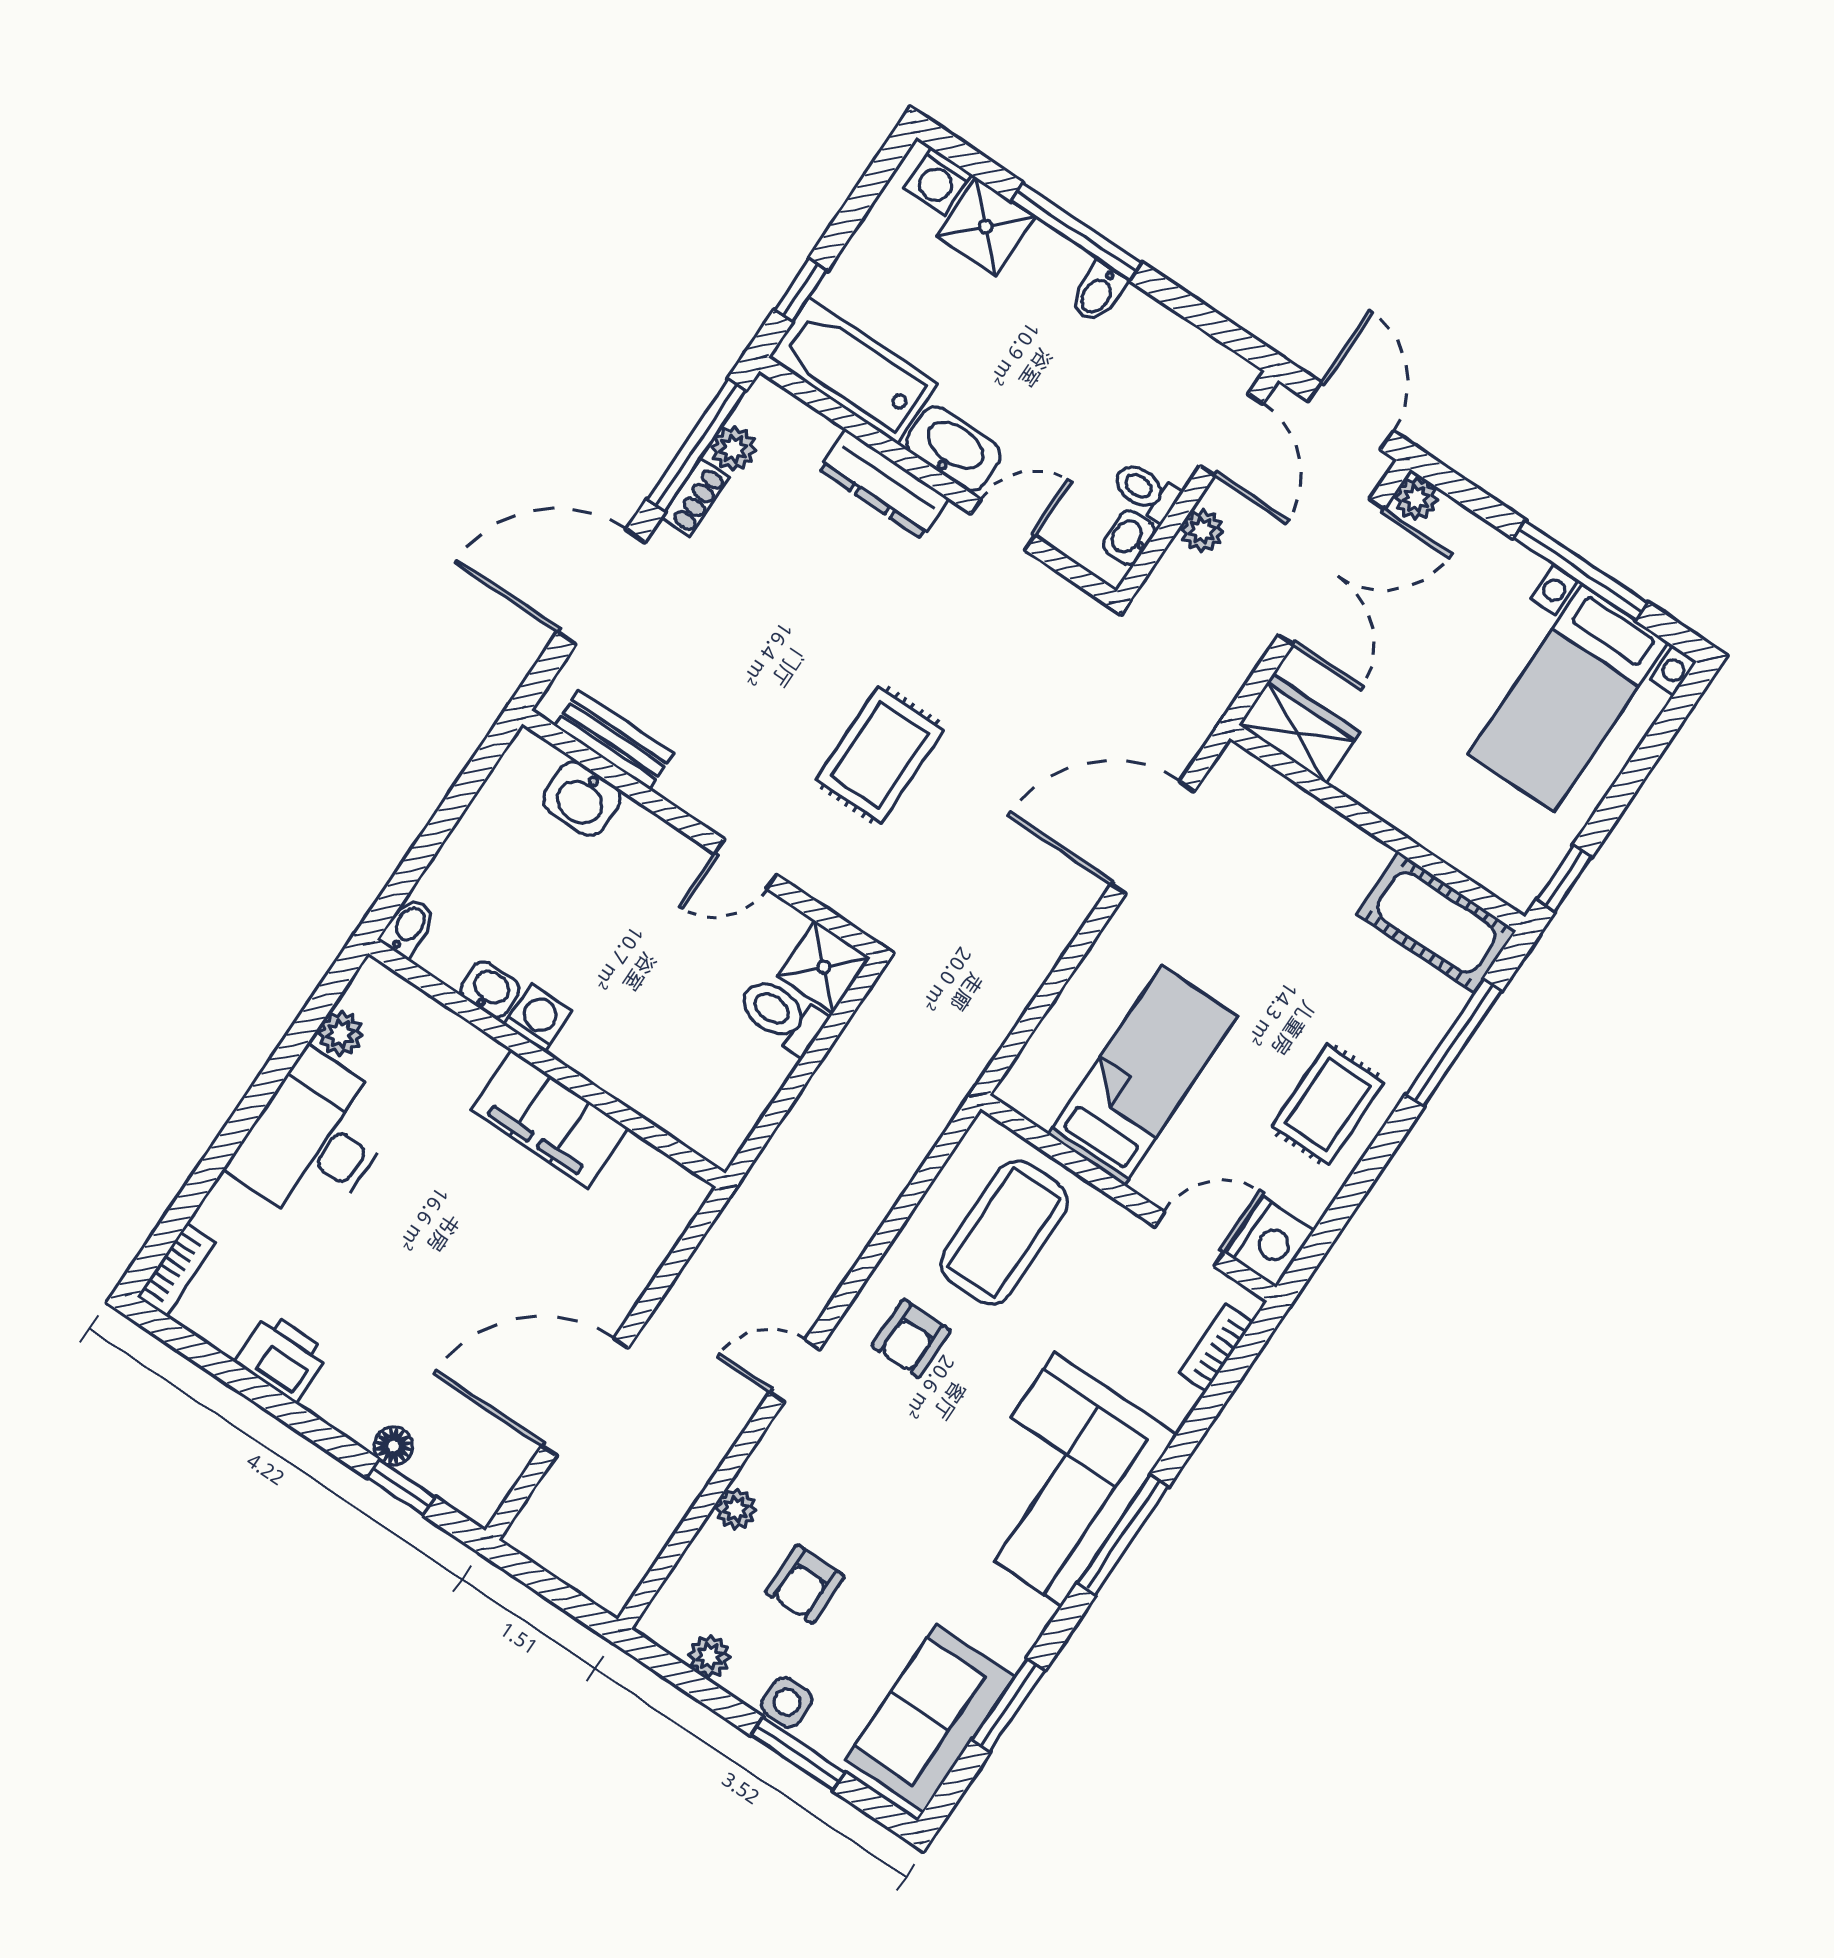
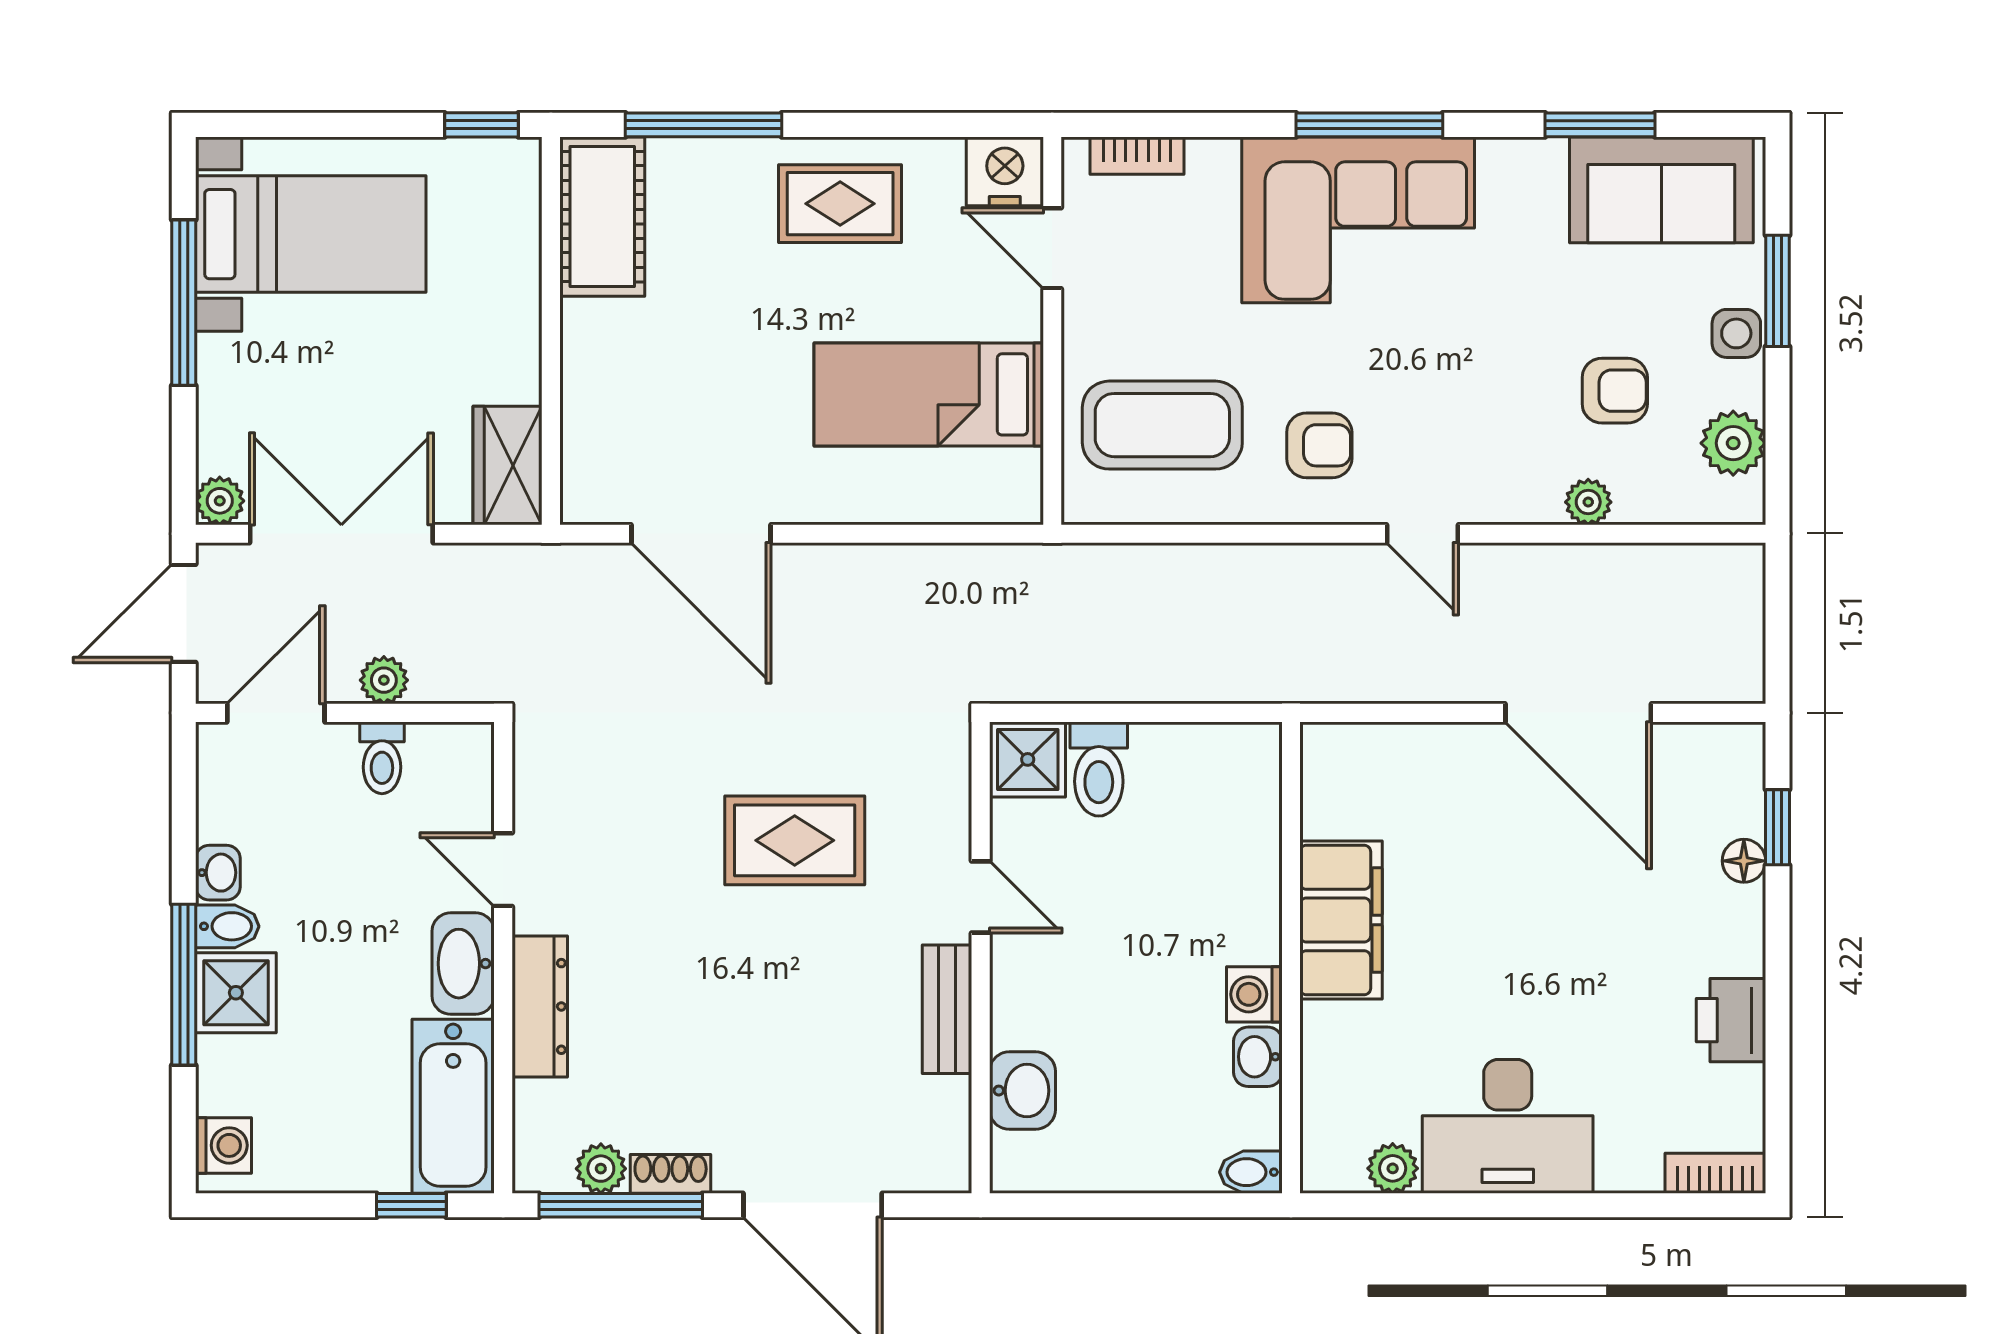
shower: (986, 227) -> (236, 993), moved
washbasin: (1129, 538) -> (218, 873), moved, turned -90
bench: (614, 740) -> (947, 1009), moved
plant: (709, 1656) -> (1733, 443), width x1.38, depth x1.38

